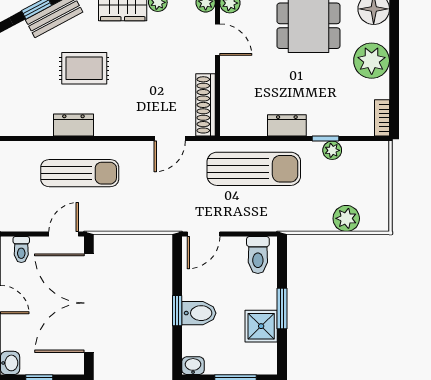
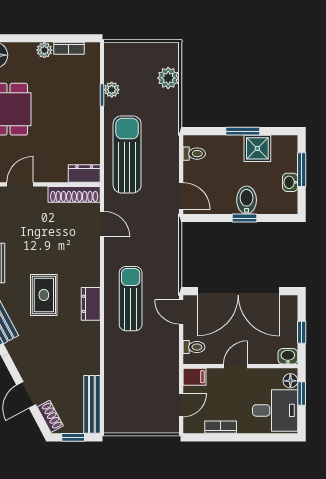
plant: (372, 61) -> (44, 50), width x0.53, depth x0.53
bookcase: (382, 118) -> (69, 48), moved
dresser: (287, 125) -> (84, 174), moved, turned 90
toilet: (258, 255) -> (194, 154), width x0.73, depth x0.72
washbasin: (193, 366) -> (290, 182), moved

